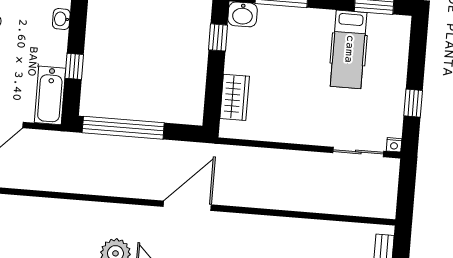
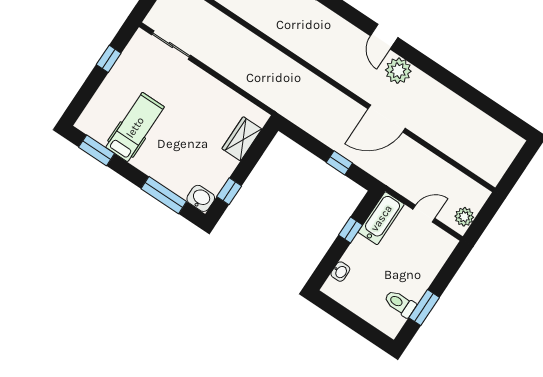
window: (123, 128) -> (339, 163), width x0.32
nightstand: (394, 145) -> (141, 35), removed
door: (187, 206) -> (387, 118), moved

